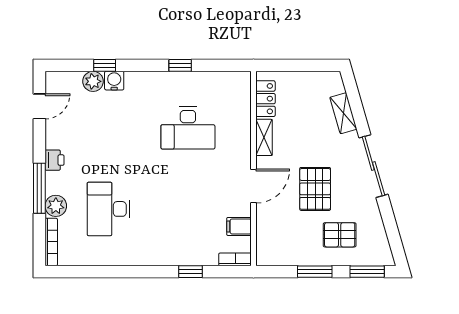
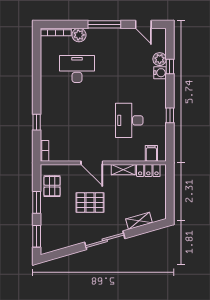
printer: (54, 160) -> (109, 34), removed
window: (39, 188) -> (104, 24), moved
filing cabinet: (239, 226) -> (151, 153), moved
pallet: (340, 235) -> (52, 186), moved

